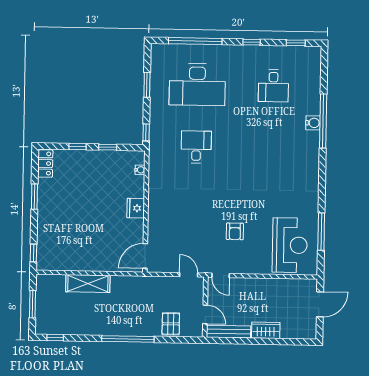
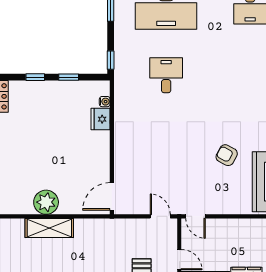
fridge: (136, 208) -> (101, 119), moved
armchair: (235, 231) -> (227, 155), moved, turned 118
plant: (85, 260) -> (46, 202), added

